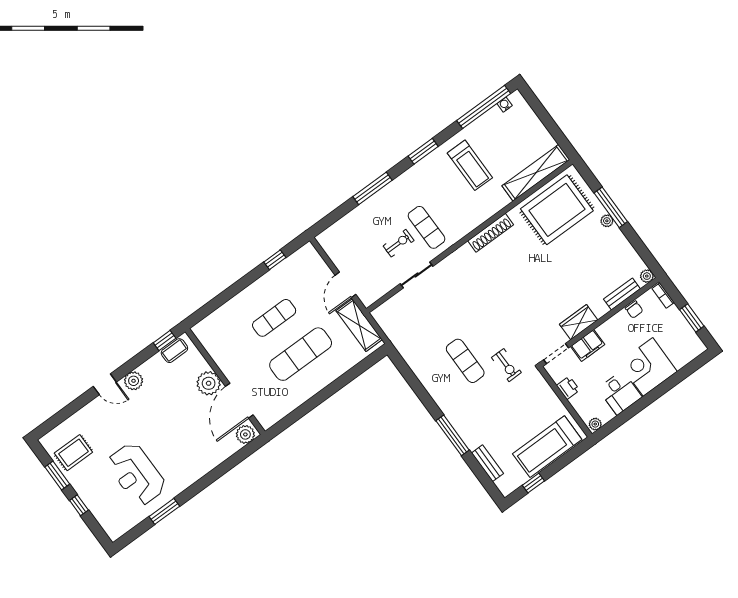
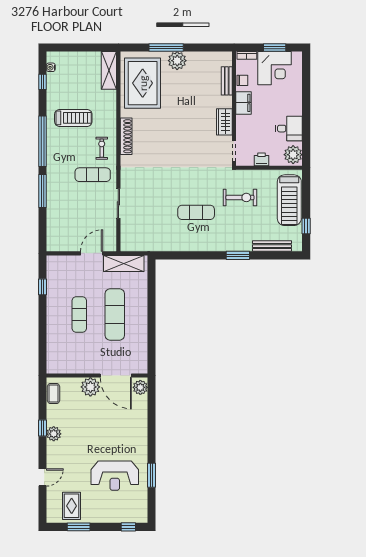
window: (484, 107) -> (42, 82), width x0.32
window: (423, 151) -> (42, 141), width x2.11
shelving: (536, 173) -> (109, 70), width x0.68
plant: (607, 221) -> (177, 61), width x1.88, depth x1.88
exercise bike: (399, 243) -> (102, 148), moved
plant: (647, 276) -> (227, 57), removed
door: (345, 285) -> (92, 253), swing flipped
window: (165, 340) -> (42, 428), moved
filing cabinet: (588, 345) -> (244, 103), moved
exercise bike: (506, 365) -> (240, 197), moved, width x1.38, depth x1.39
corner desk: (648, 367) -> (274, 68), moved, turned -90
door: (105, 384) -> (42, 477), moved
plant: (595, 424) -> (293, 155), width x1.88, depth x1.88
window: (453, 435) -> (238, 255), width x0.69
bench: (487, 463) -> (272, 246), width x1.36
window: (79, 505) -> (128, 527), moved

